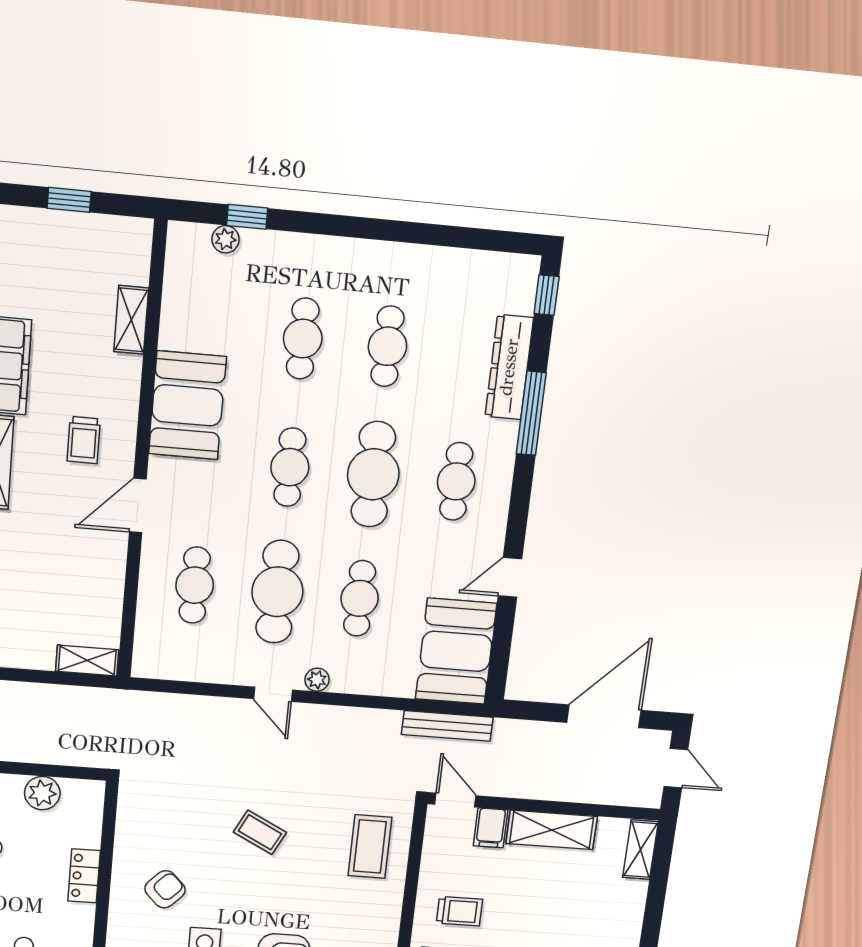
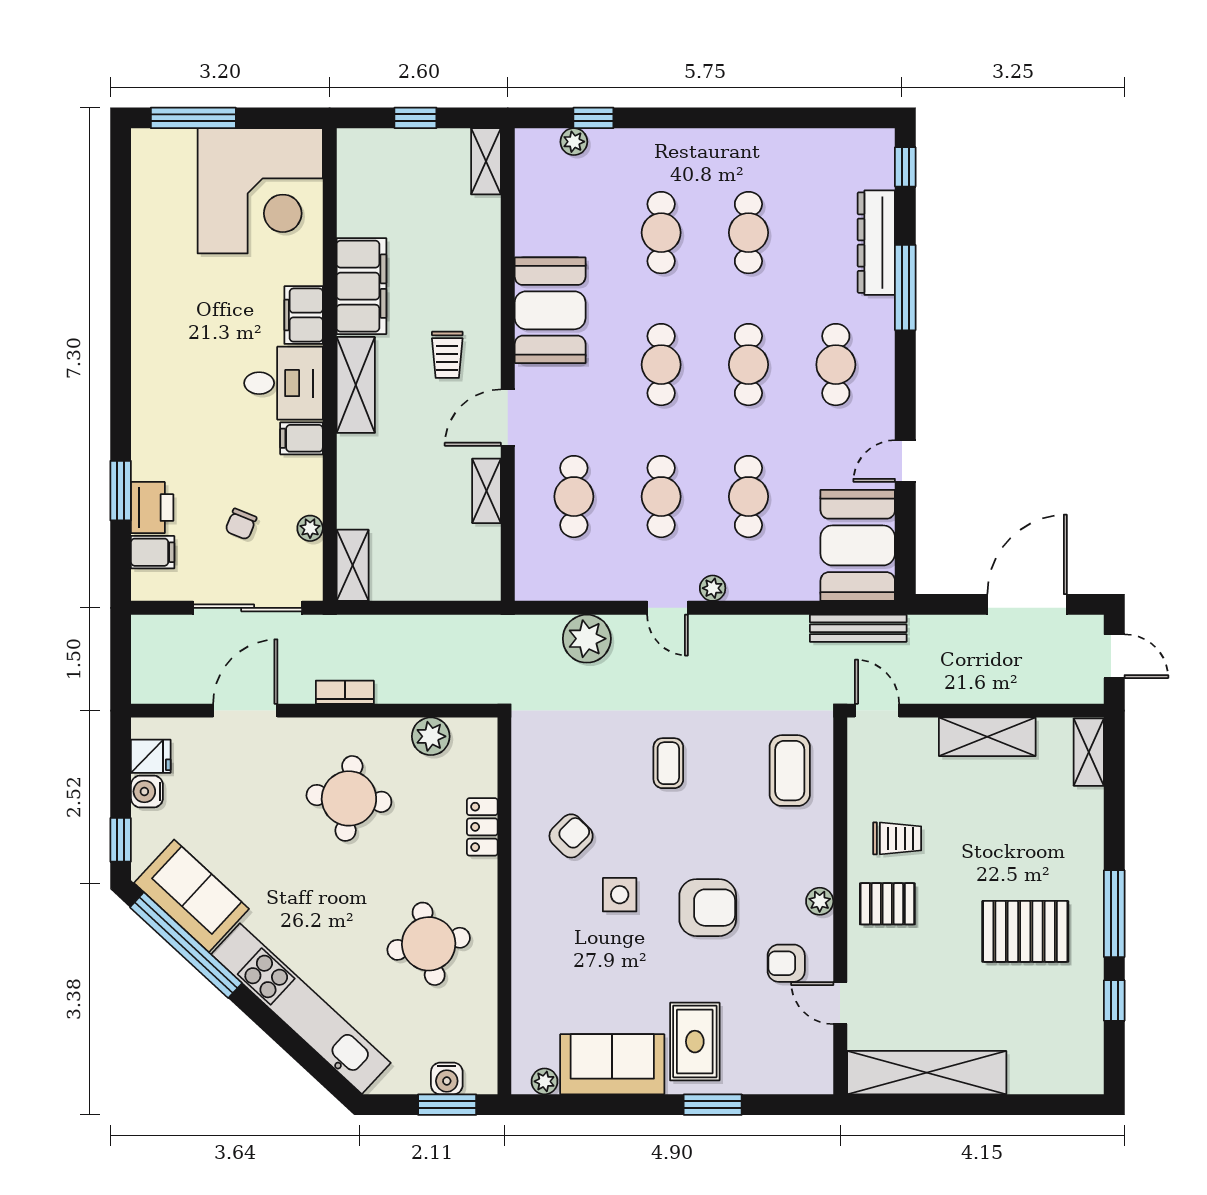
shelving: (131, 320) -> (486, 161), moved
cafe table: (373, 474) -> (748, 365), width x0.73, depth x0.74
cafe table: (277, 592) -> (661, 497), width x0.73, depth x0.74
shelving: (87, 660) -> (486, 491), moved, turned 90
plant: (195, 716) -> (587, 639), added
filing cabinet: (491, 828) -> (920, 739), removed
coffee table: (260, 832) -> (668, 763), turned 63

